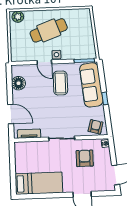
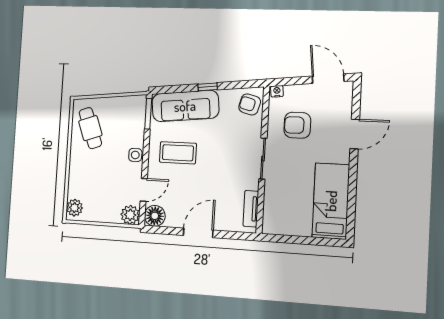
cafe table: (49, 30) -> (90, 128), moved, width x0.73, depth x0.74
plant: (17, 55) -> (130, 215), added
door: (44, 62) -> (144, 190), moved
floor lamp: (18, 83) -> (155, 216), moved
door: (11, 114) -> (198, 233), moved

